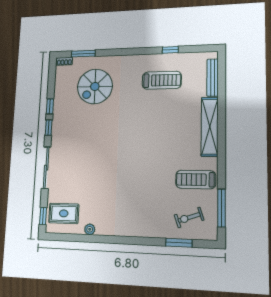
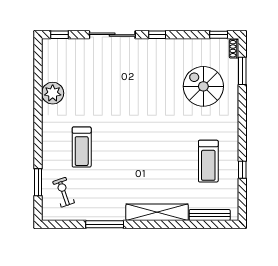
window: (50, 106) -> (219, 35), moved
treadmill: (196, 180) -> (82, 147), moved, turned 180
window: (221, 208) -> (105, 224), moved
rug: (64, 213) -> (63, 58), removed
plant: (90, 229) -> (53, 93), width x1.88, depth x1.88

